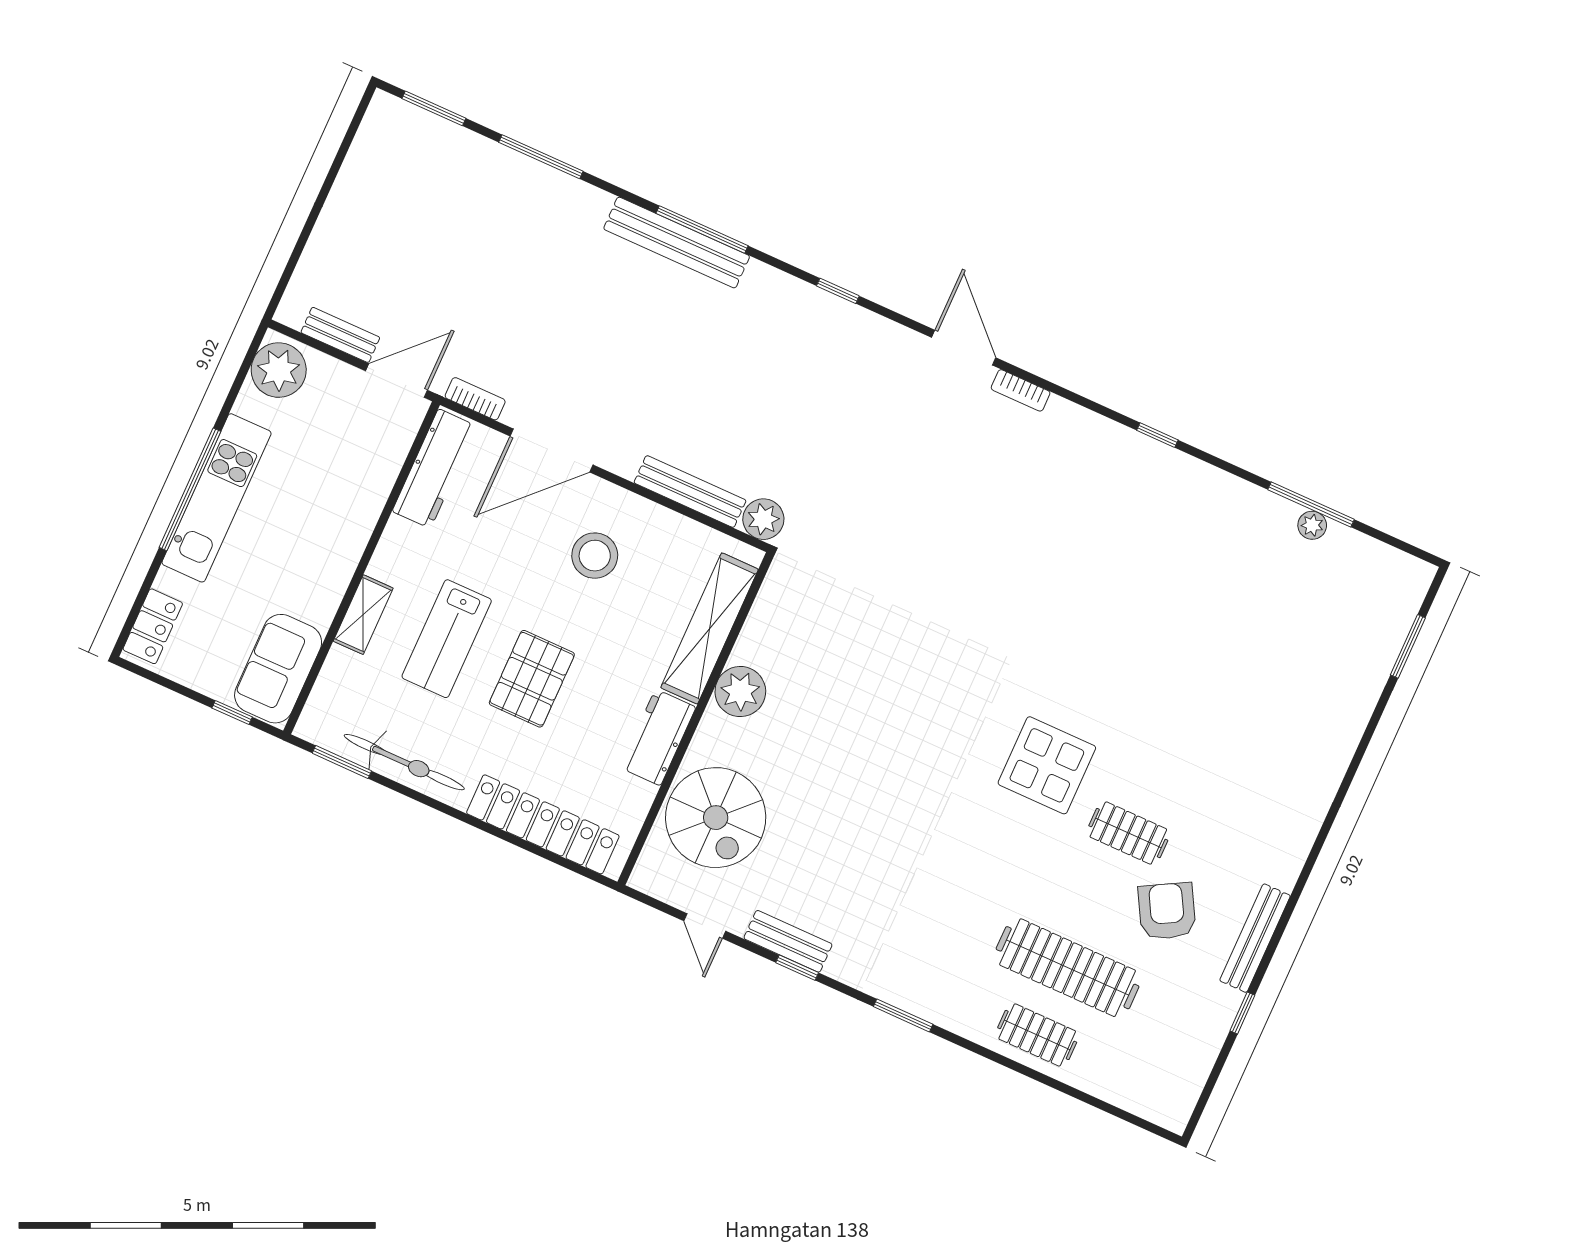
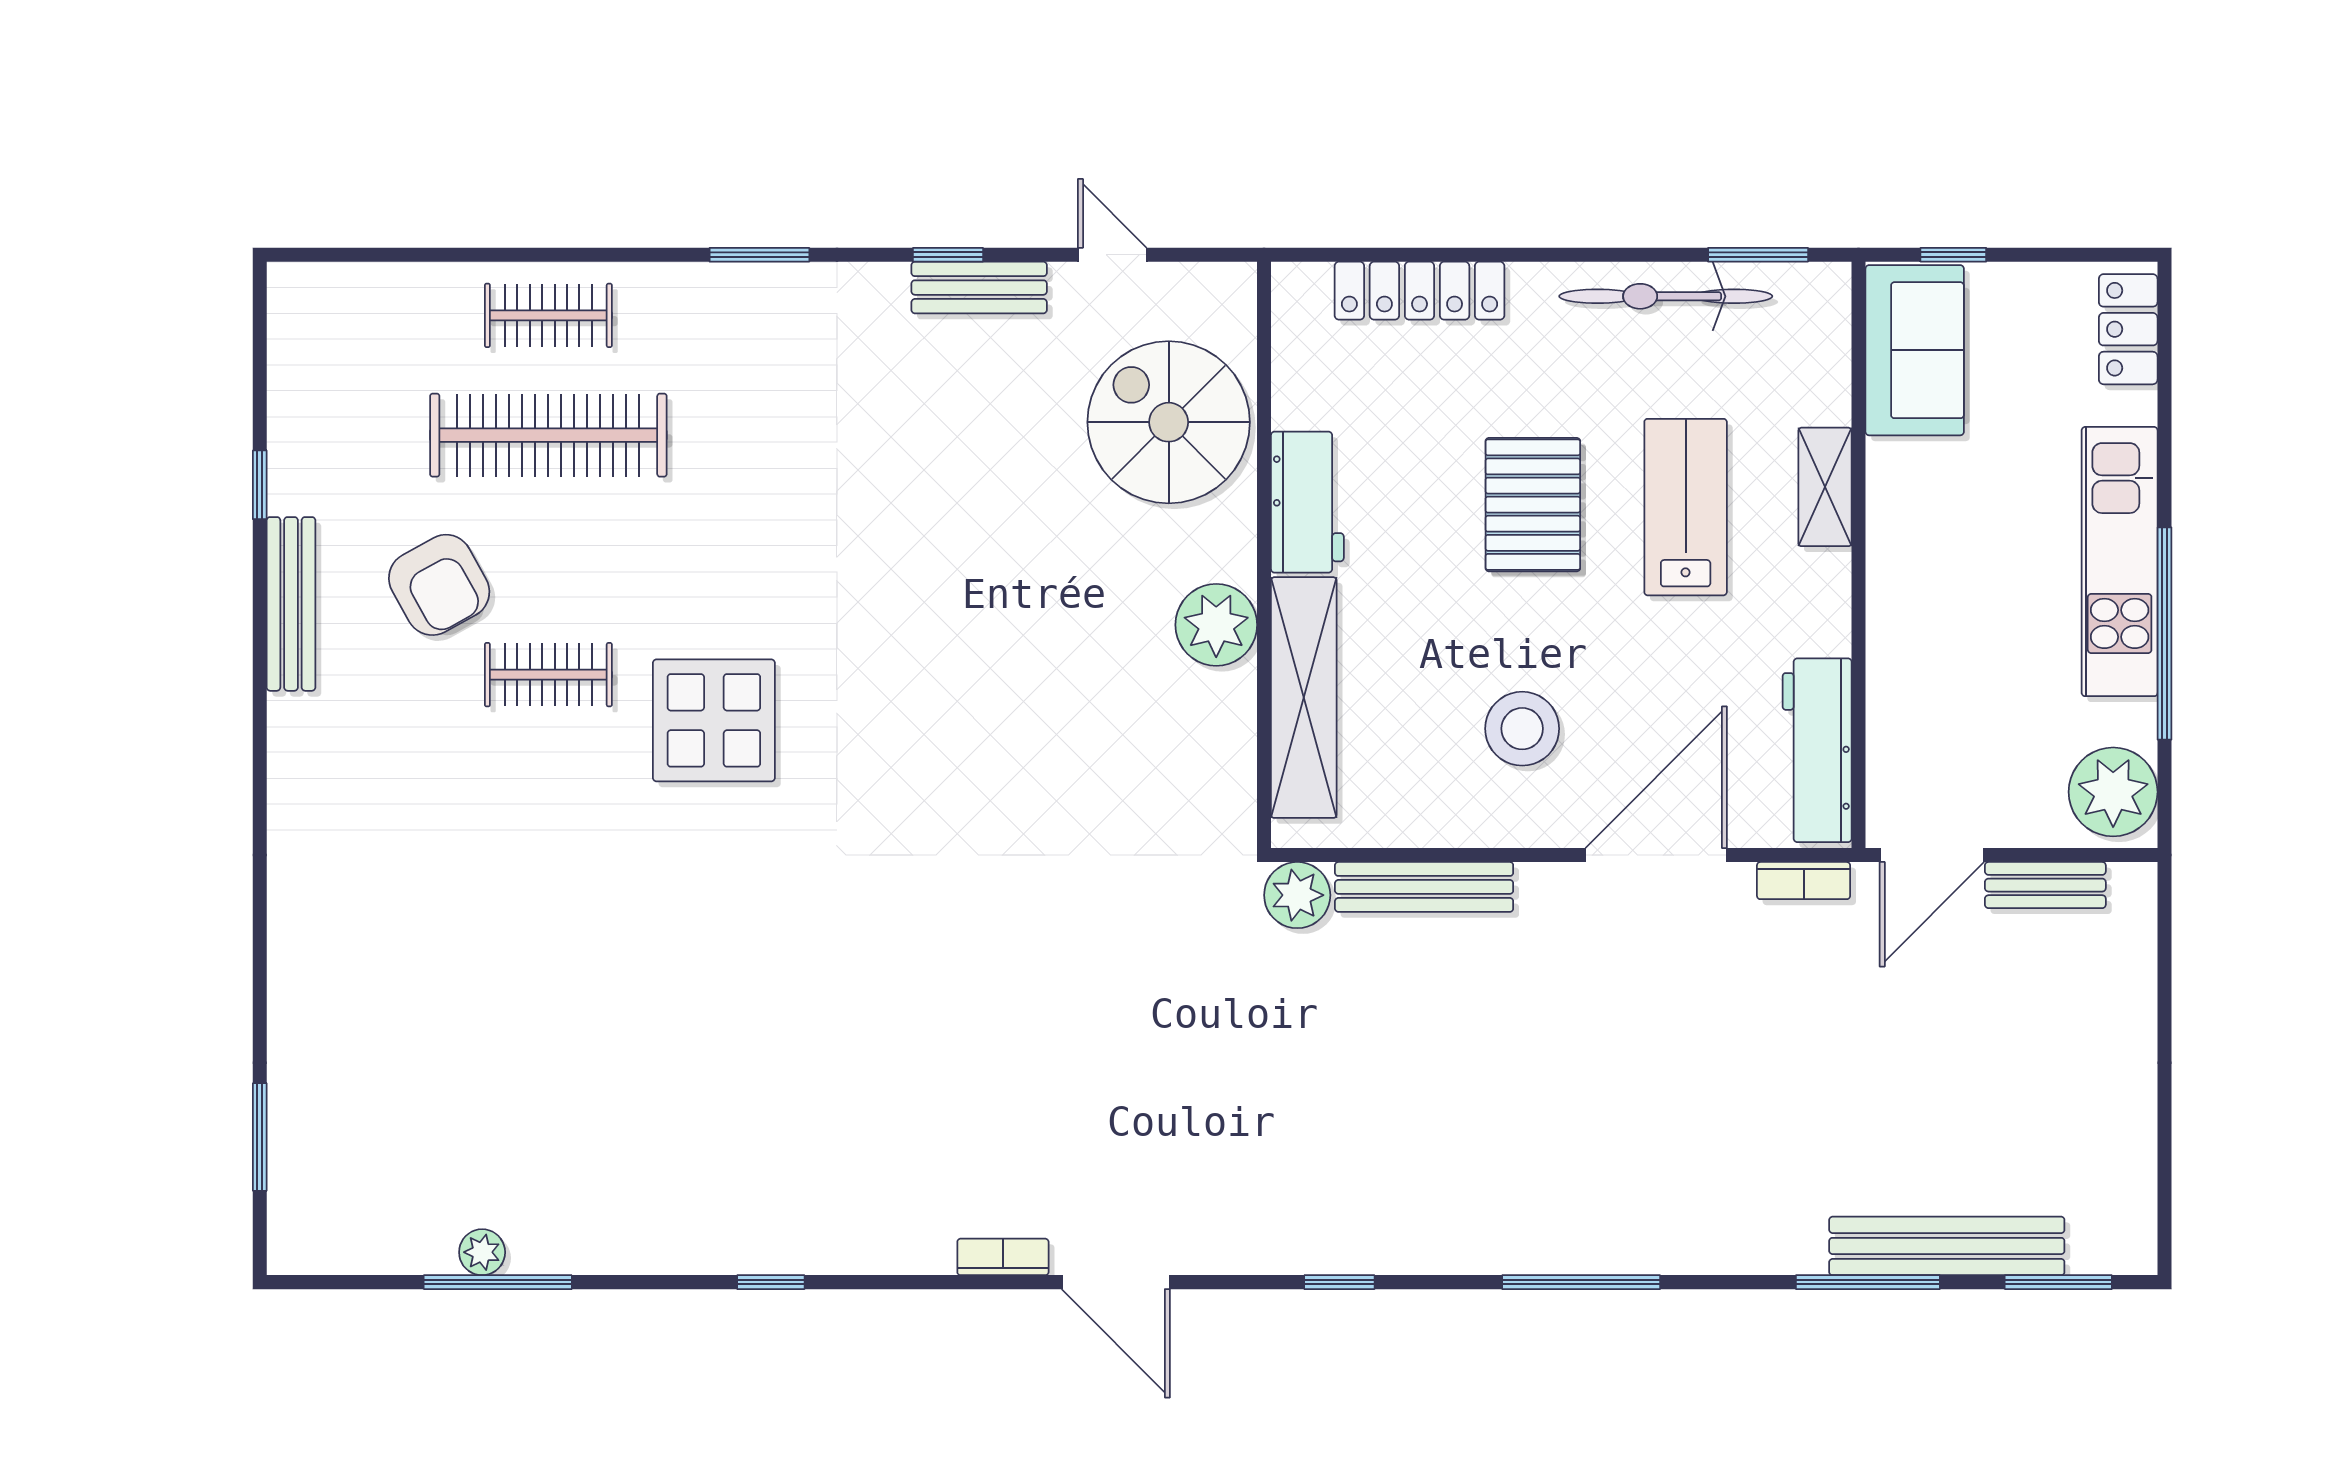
bench: (677, 243) -> (1947, 1246), moved
window: (190, 489) -> (2164, 633), moved
locker: (543, 824) -> (1419, 291), width x0.71, depth x0.83

